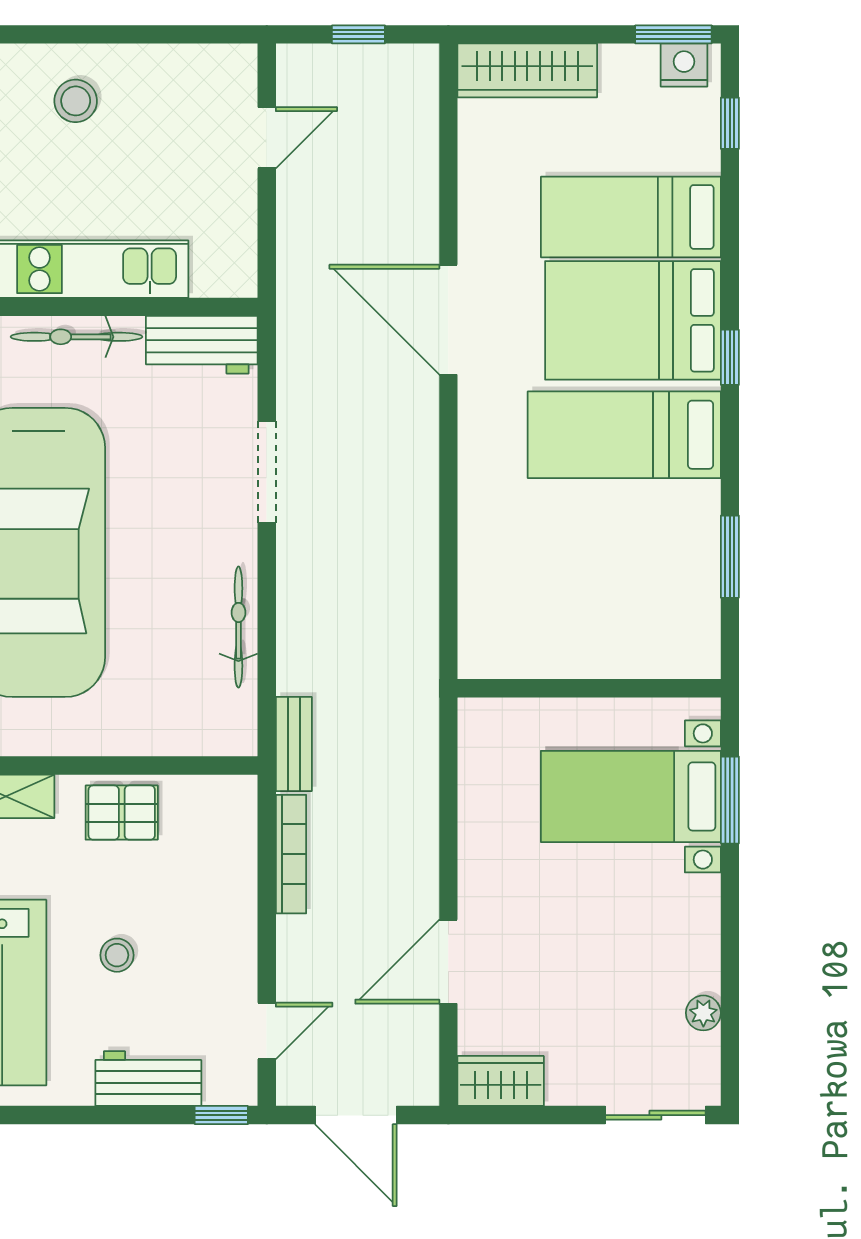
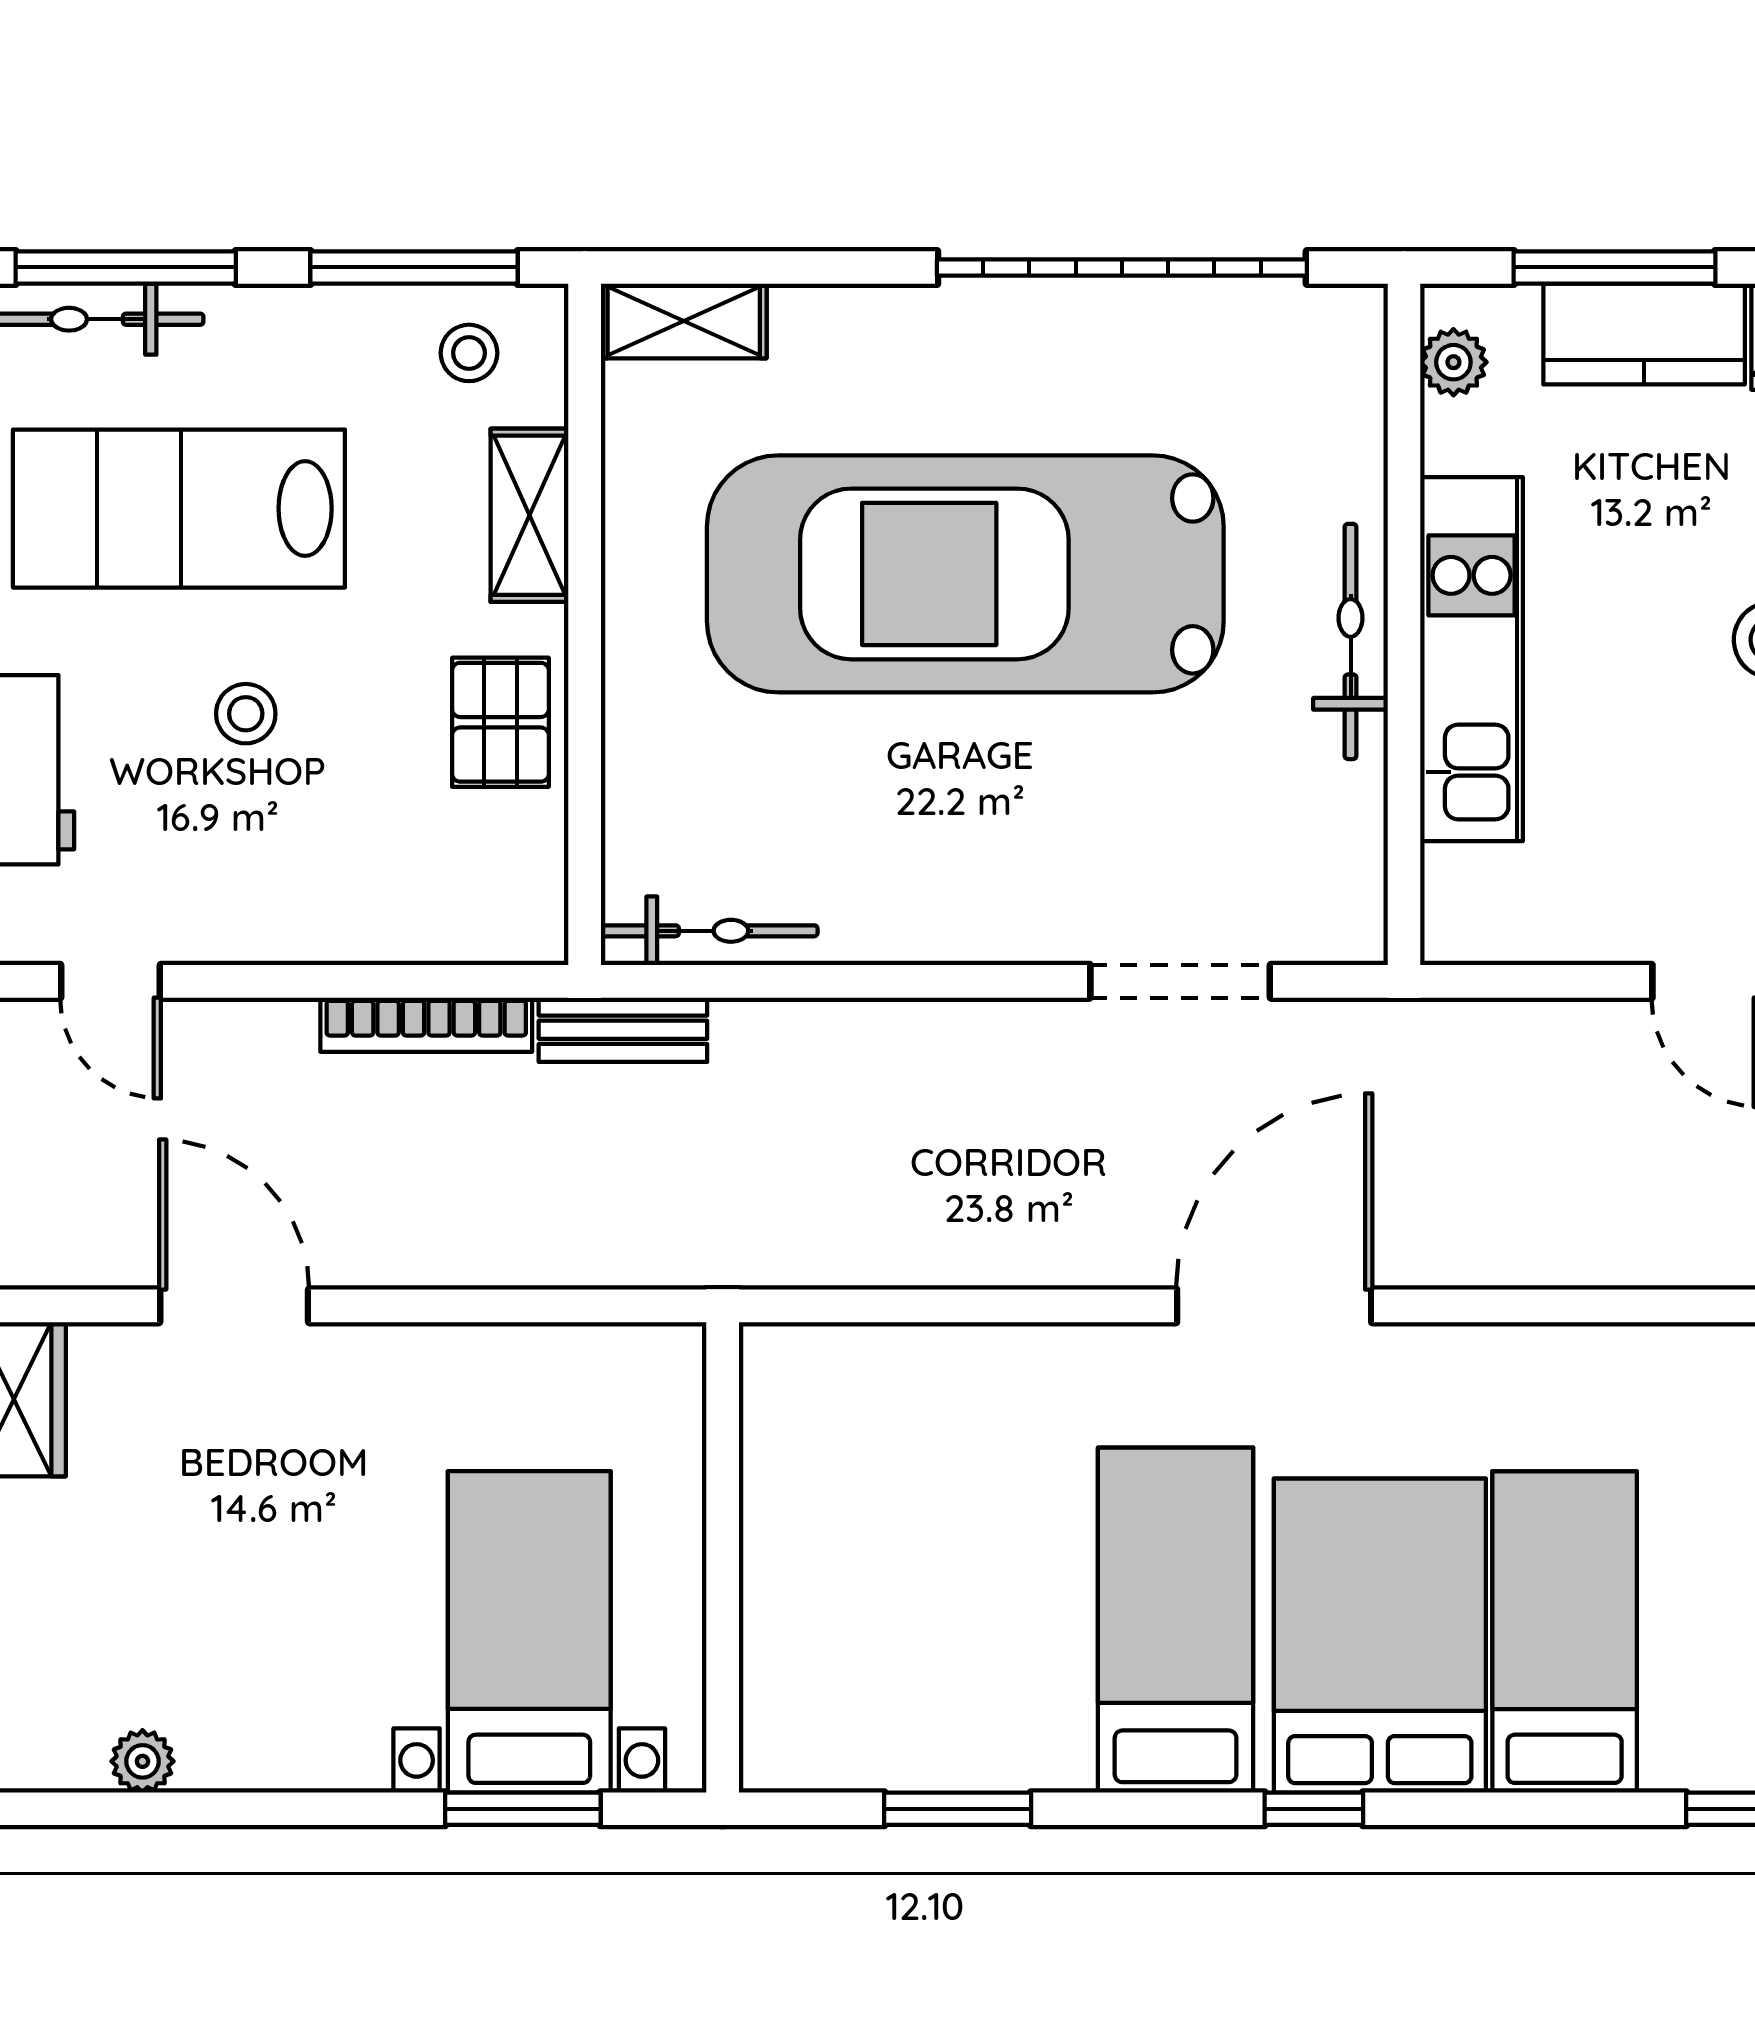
door: (448, 320) -> (1274, 1306), moved
workbench: (202, 345) -> (1336, 865), removed
doorway: (267, 472) -> (1180, 981), moved
bicycle: (238, 627) -> (709, 931), moved

